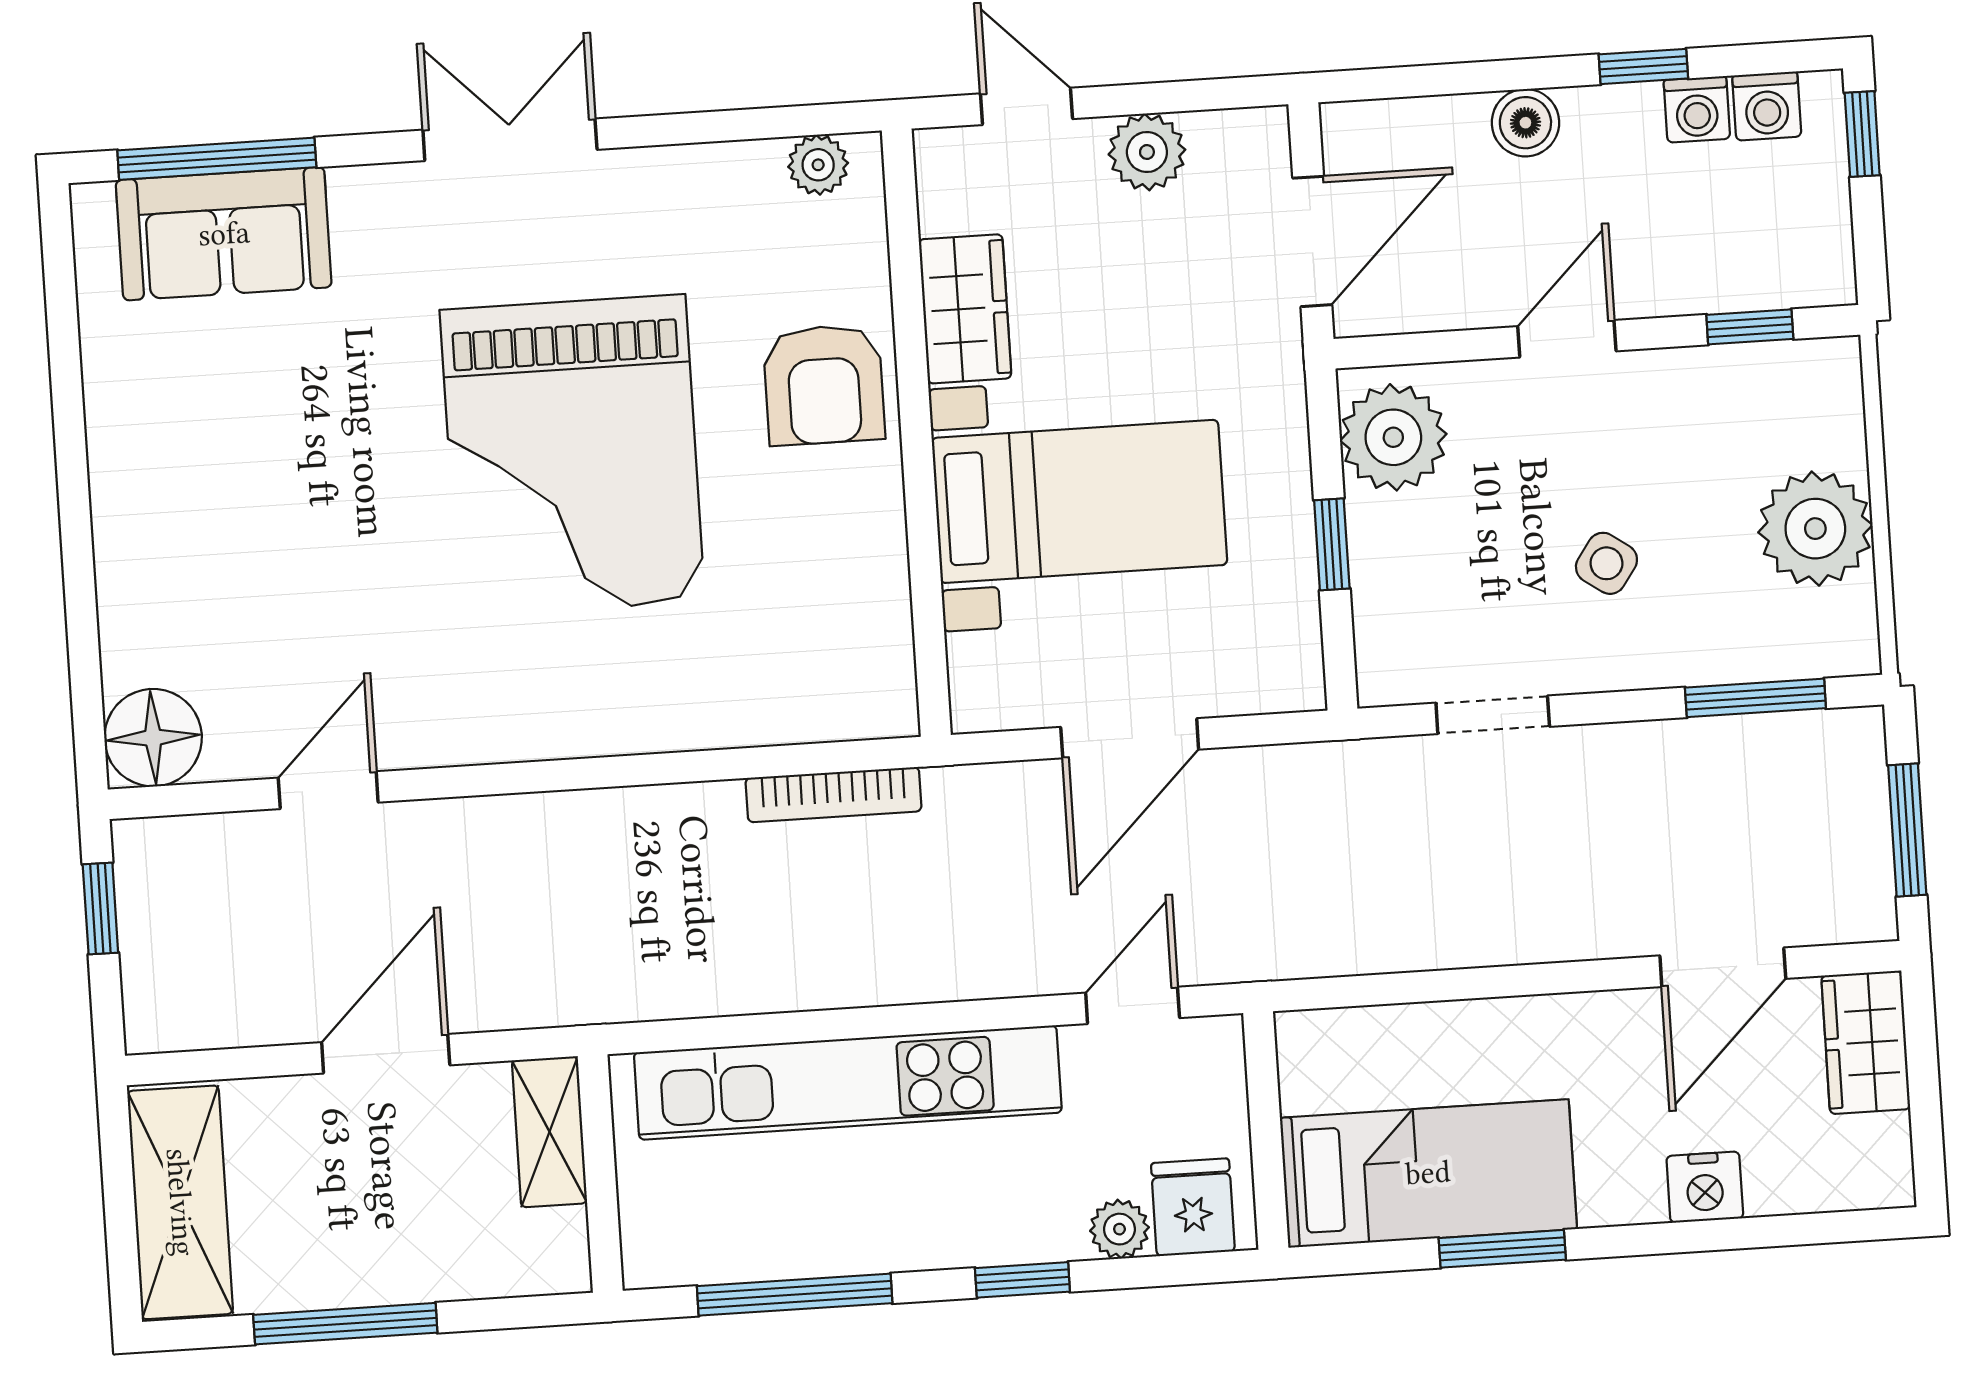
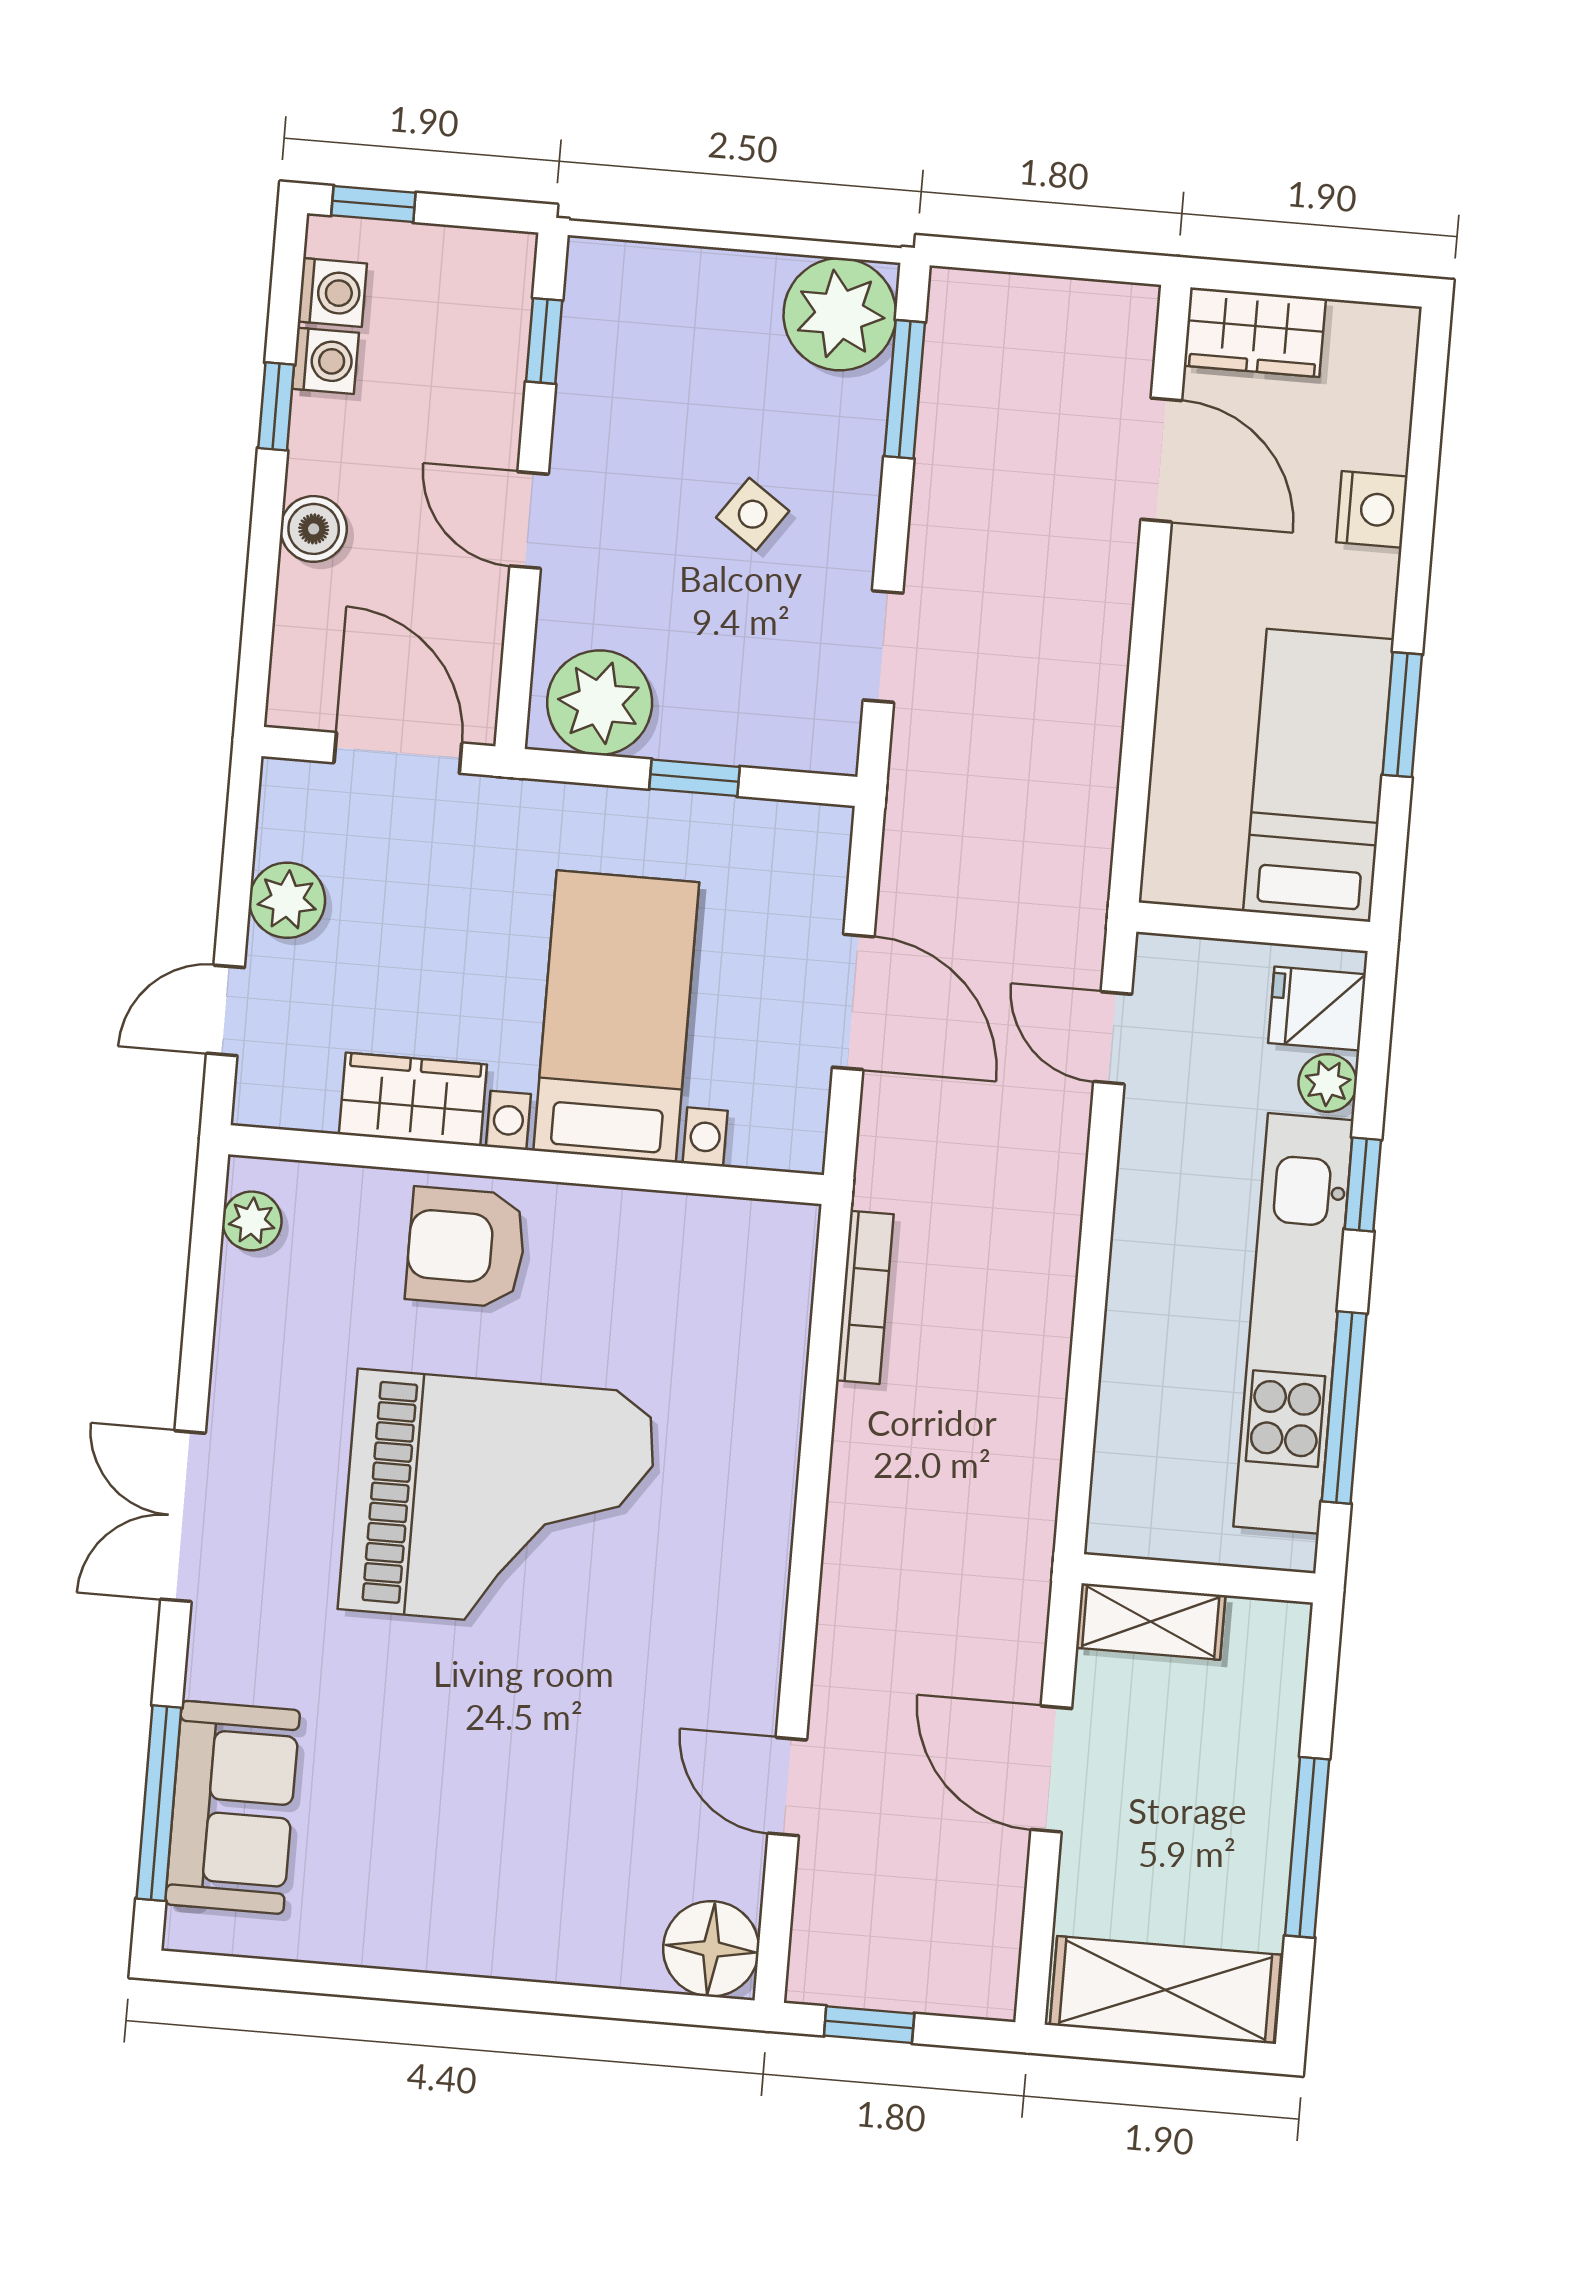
armchair: (824, 385) -> (466, 1247), turned 180
plant: (1815, 529) -> (840, 314), moved
window: (1907, 830) -> (1055, 261), removed
kitchen unit: (848, 1083) -> (1293, 1323), moved, turned 180

